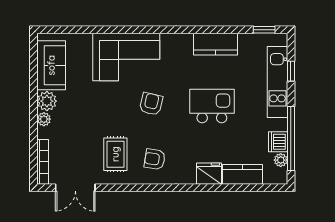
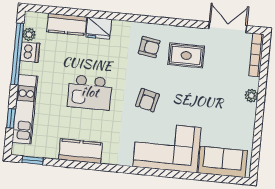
sofa: (51, 65) -> (223, 162), moved, turned 90
plant: (47, 101) -> (247, 113), removed
rug: (115, 154) -> (186, 55), turned 90

